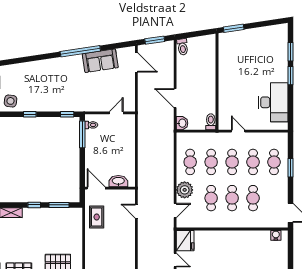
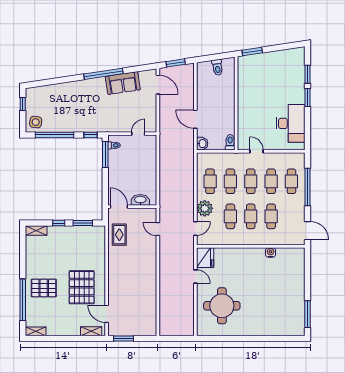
toilet: (183, 47) -> (217, 67), moved
window: (30, 114) -> (54, 135), width x3.17
window: (290, 168) -> (307, 187), width x2.11
water cooler: (276, 235) -> (271, 252), moved

